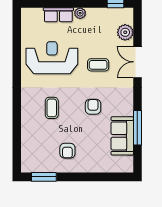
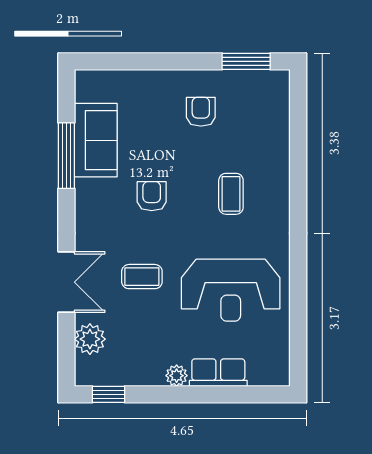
armchair: (93, 107) -> (152, 196), turned 180

